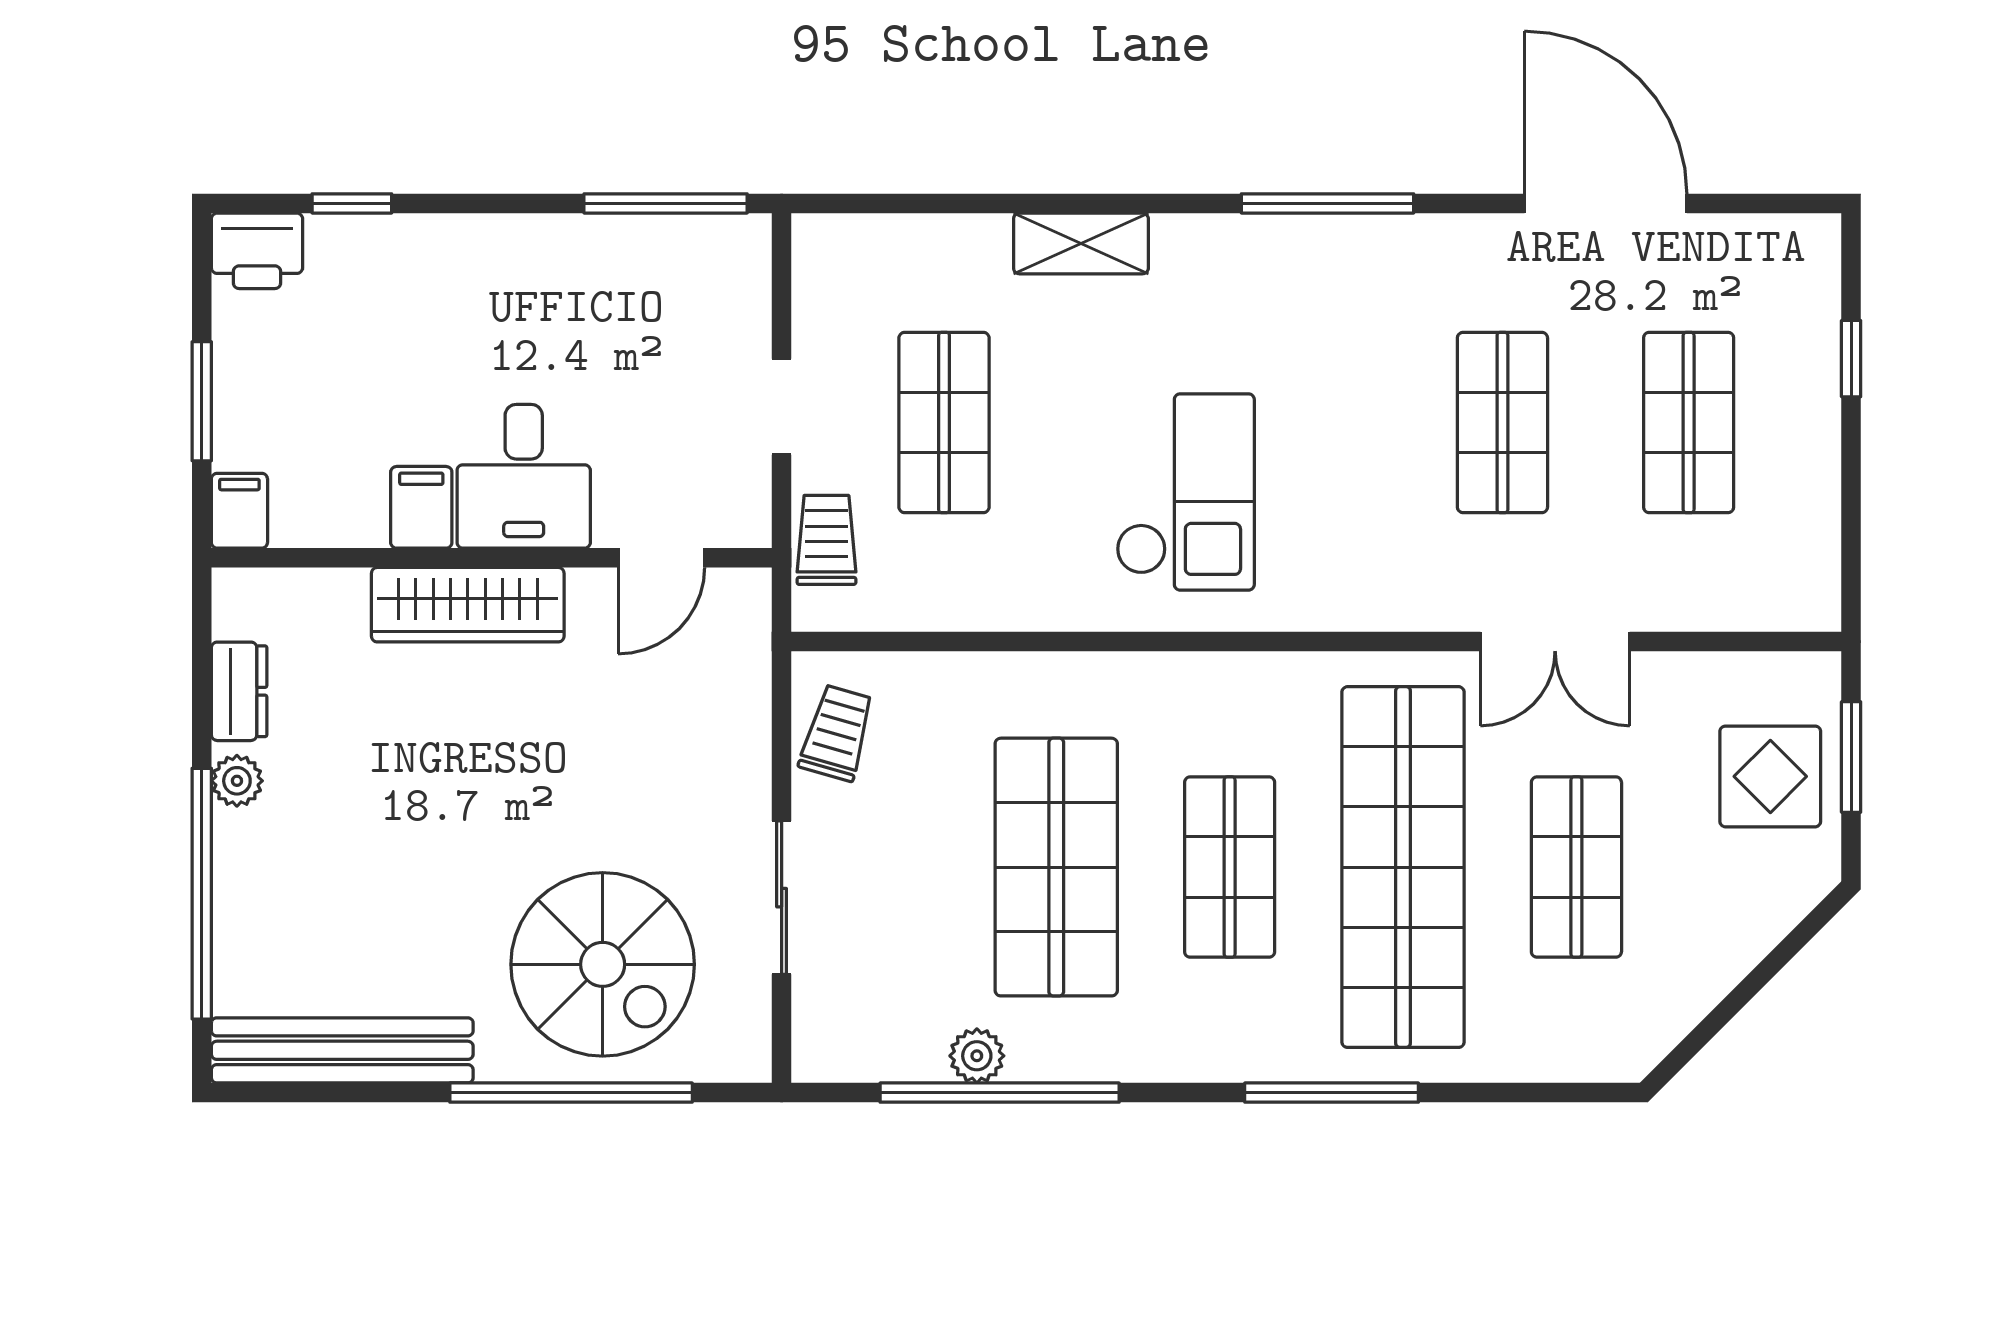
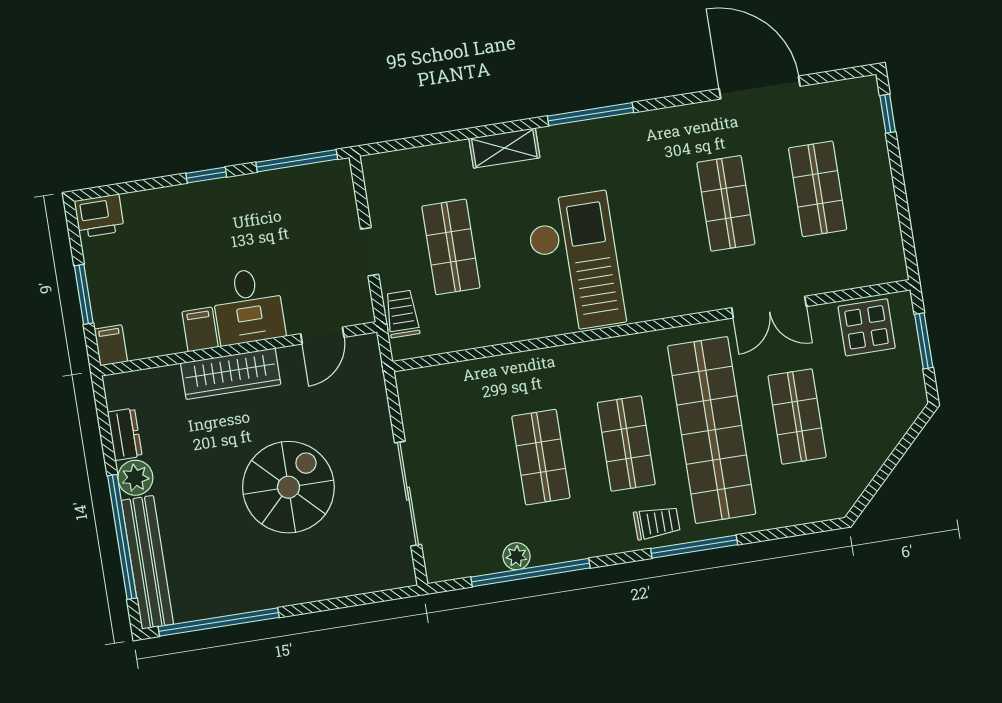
window: (352, 203) -> (206, 175), moved
window: (1327, 203) -> (591, 114), moved
window: (1851, 359) -> (888, 114), moved
checkout: (1185, 492) -> (575, 262), width x1.36, depth x1.21
trolley: (837, 733) -> (657, 523), moved, turned 73
display table: (1770, 776) -> (867, 327), moved
plant: (237, 781) -> (135, 478), width x1.38, depth x1.38
shop shelf: (1056, 867) -> (541, 457), width x0.70, depth x0.74
sliding door: (782, 898) -> (408, 494), width x1.37
spiral stairs: (603, 964) -> (288, 487), moved, turned -90
bench: (342, 1050) -> (147, 562), moved, turned 90
window: (571, 1093) -> (219, 622), moved

